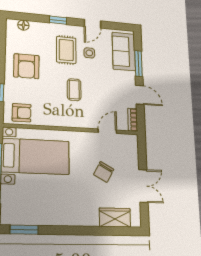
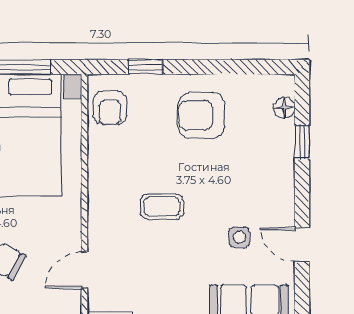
window: (58, 20) -> (302, 142), moved
rug: (66, 50) -> (241, 191), removed
door: (107, 131) -> (84, 270), swing flipped

